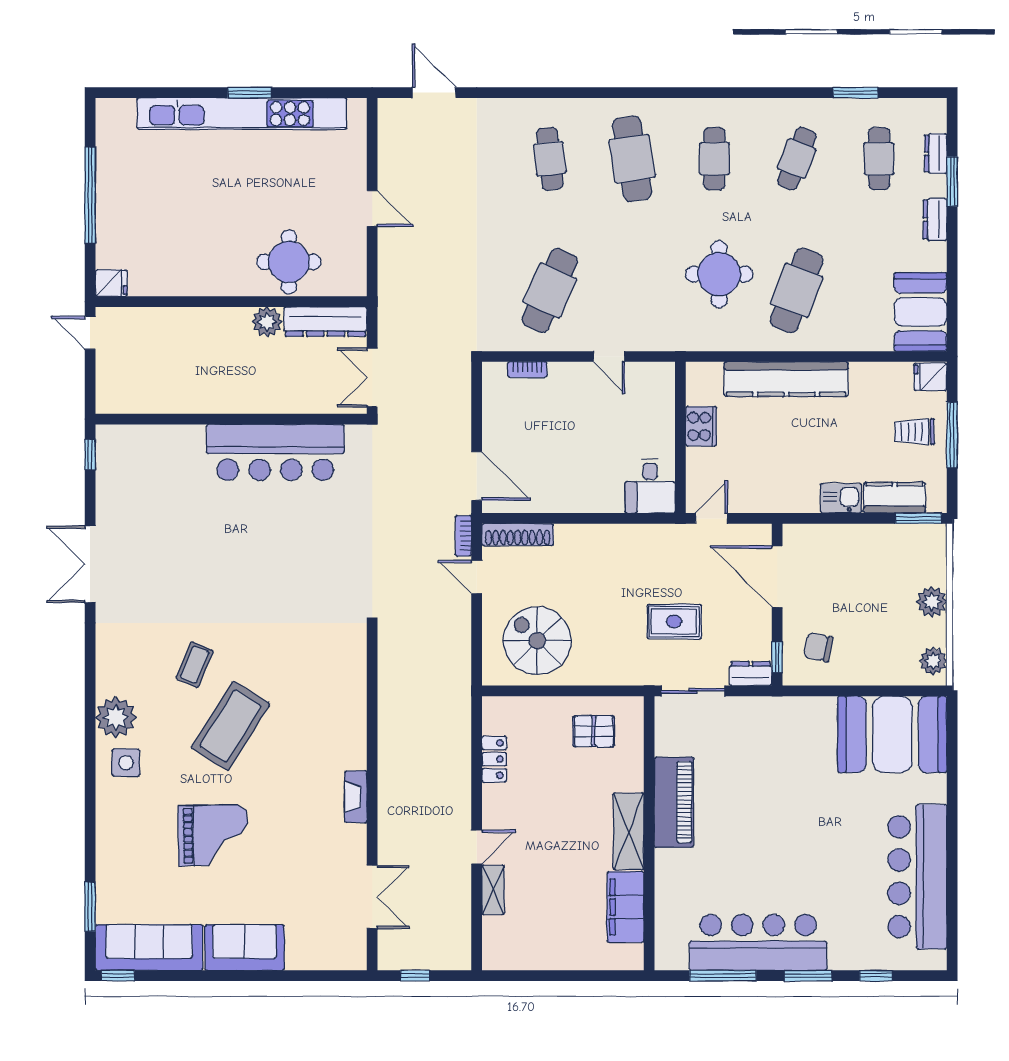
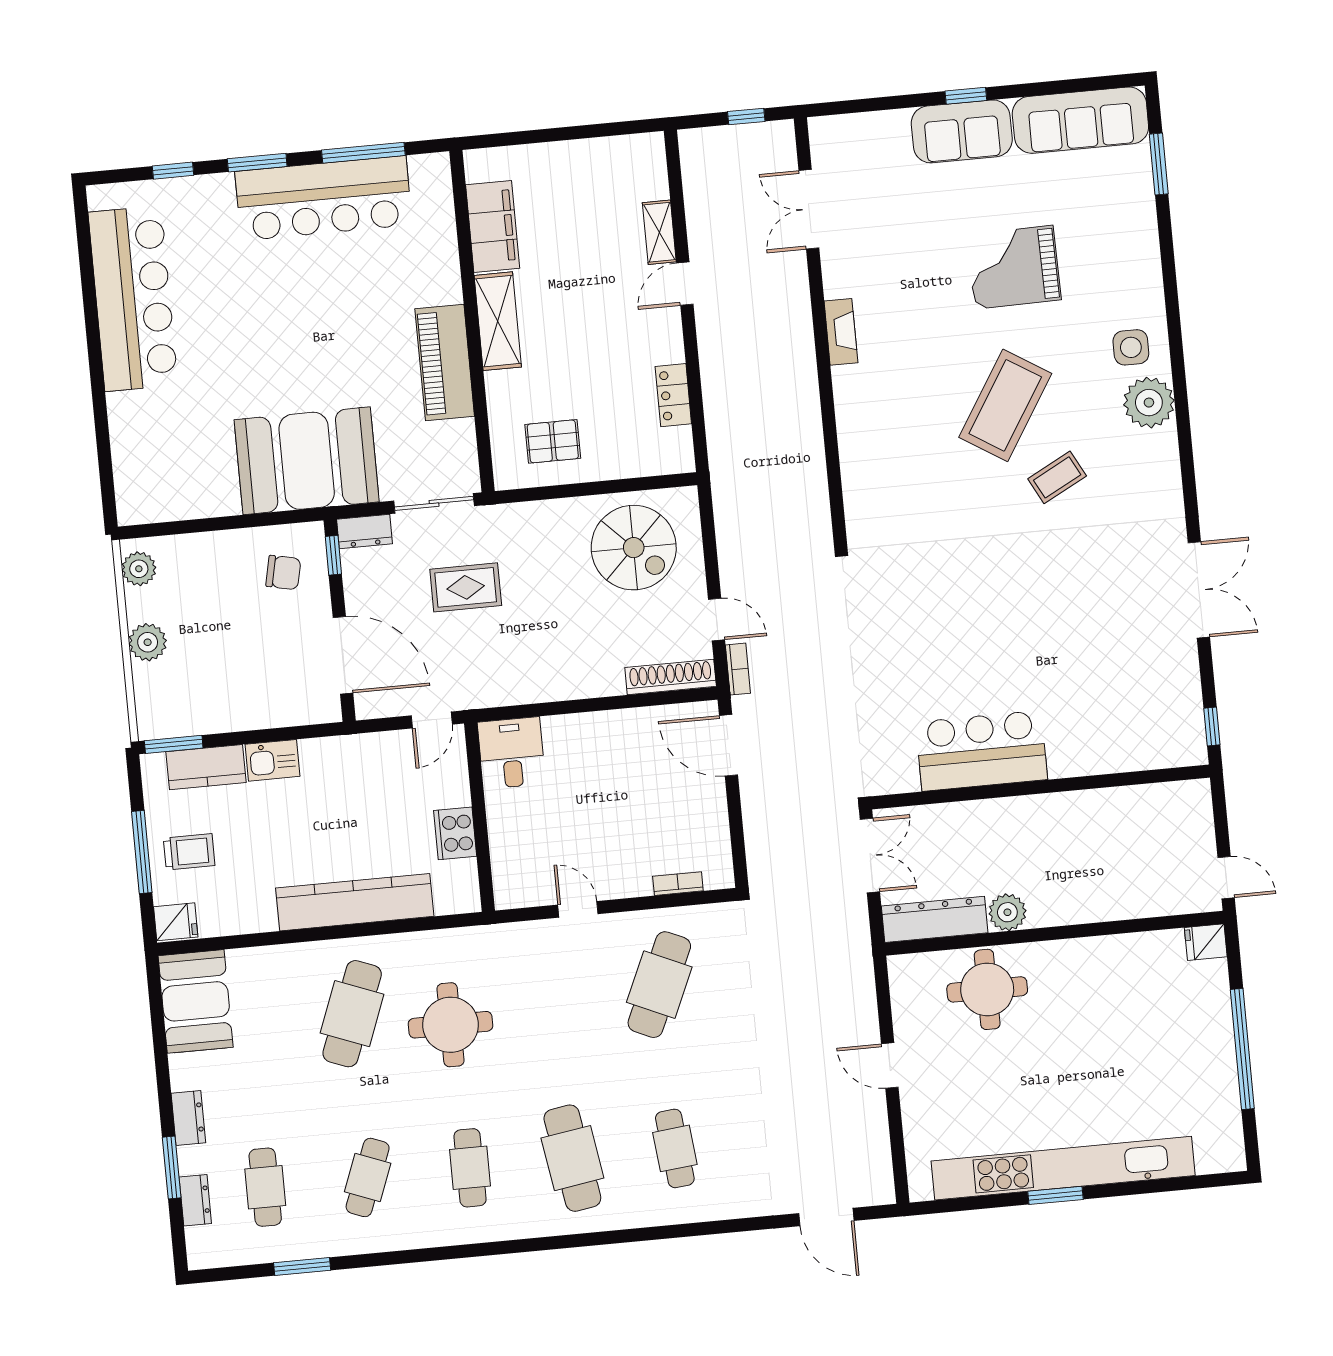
bar counter: (275, 452) -> (982, 751), width x0.73
coffee table: (195, 665) -> (1057, 477), turned 39
booth: (892, 734) -> (307, 461), moved
window: (118, 976) -> (966, 96), moved

